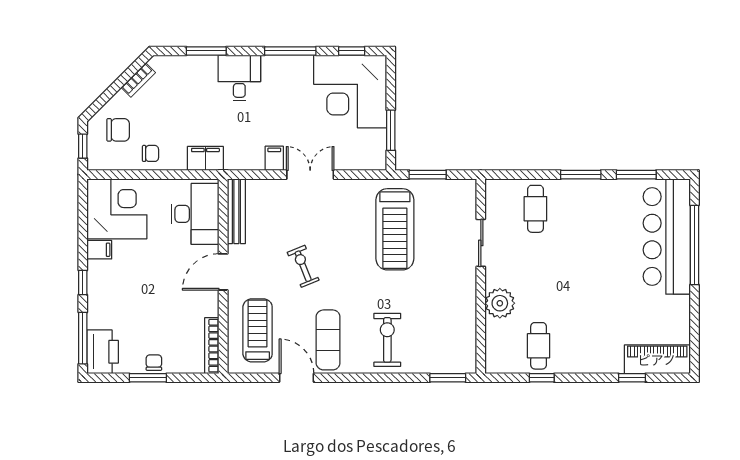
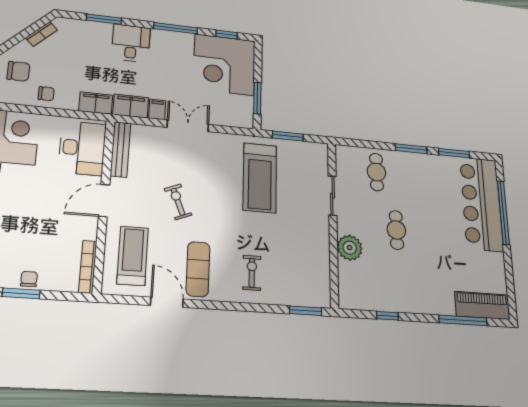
filing cabinet: (244, 158) -> (131, 106), added
exercise bike: (387, 340) -> (252, 273), width x0.73, depth x0.72
cafe table: (539, 346) -> (396, 230), moved
window: (632, 378) -> (463, 320), width x2.17

